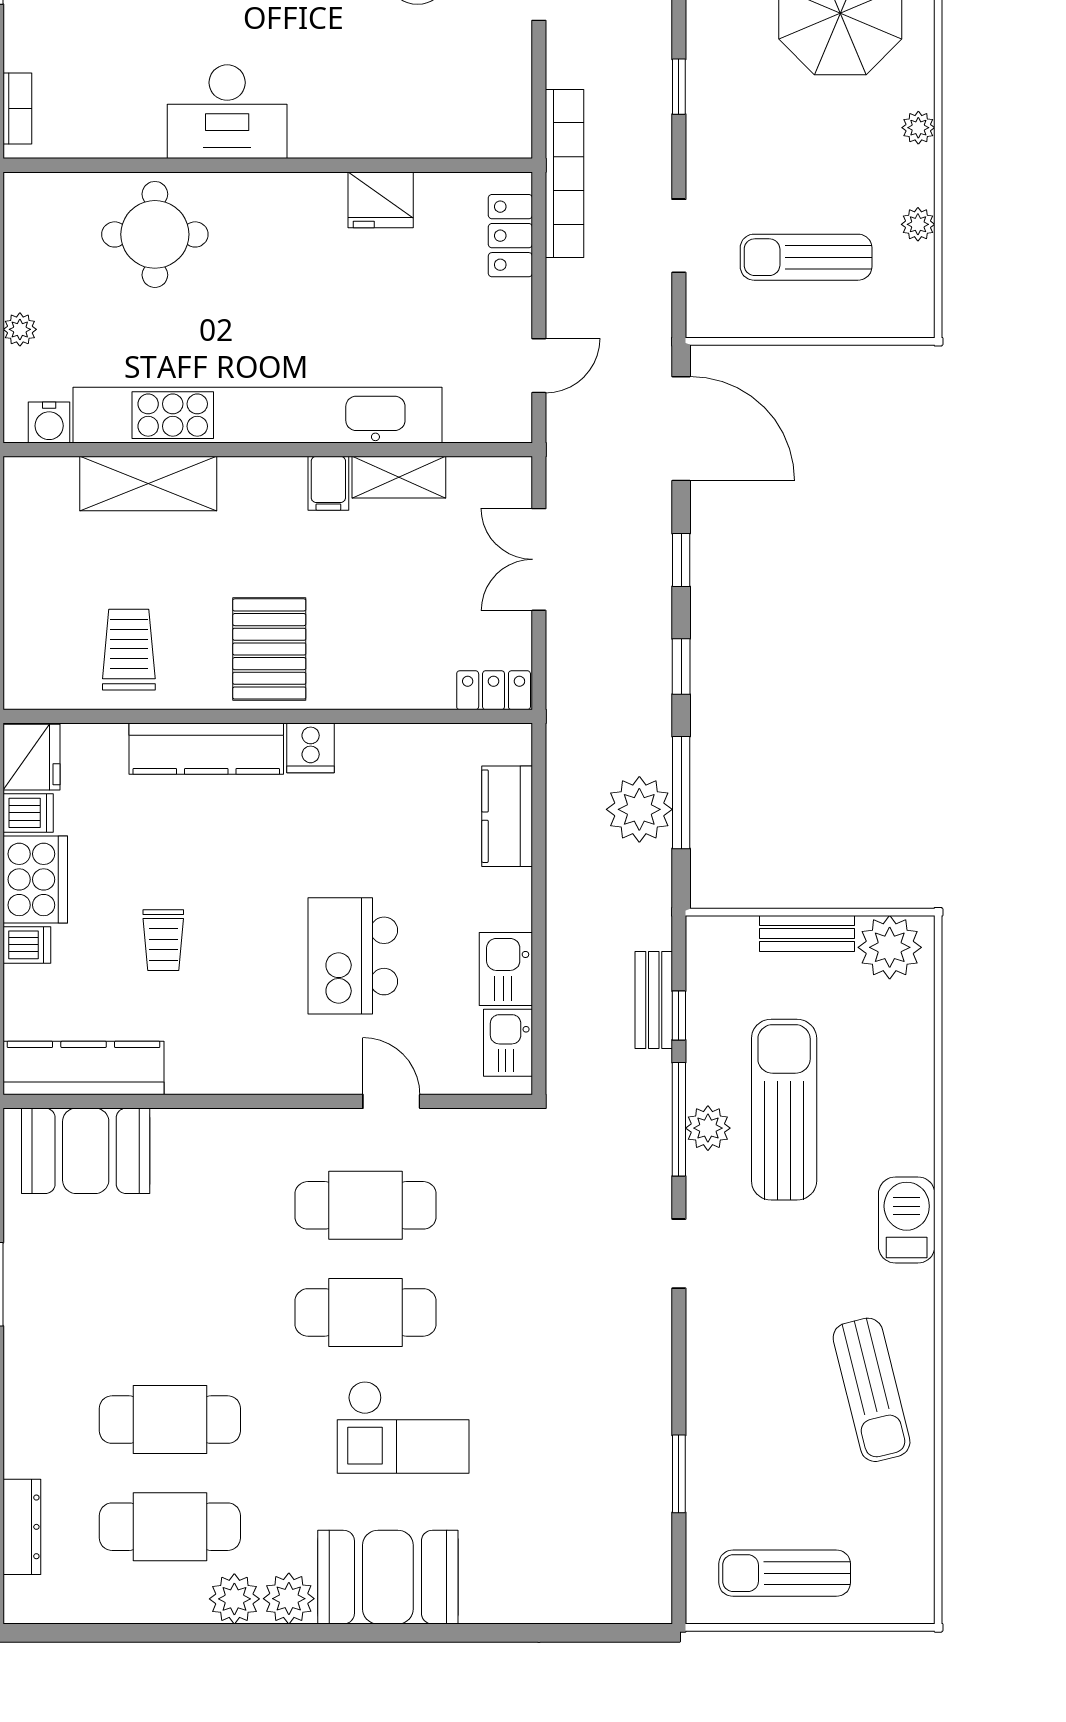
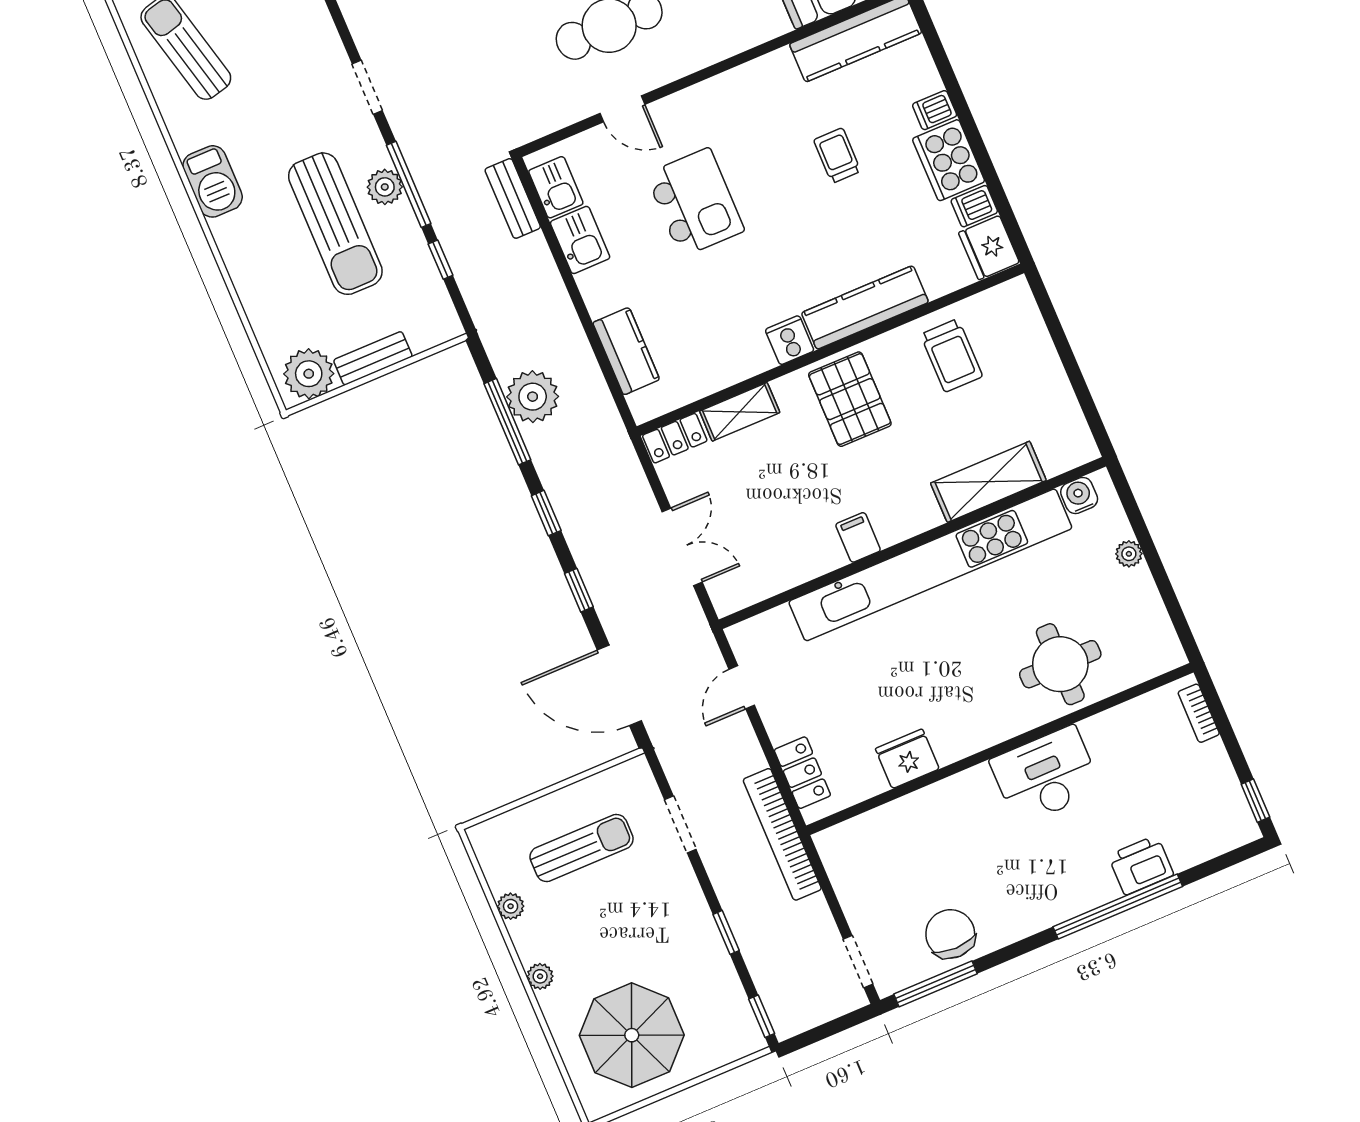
shelving: (399, 477) -> (740, 412), moved
bench: (654, 1000) -> (513, 198), moved

